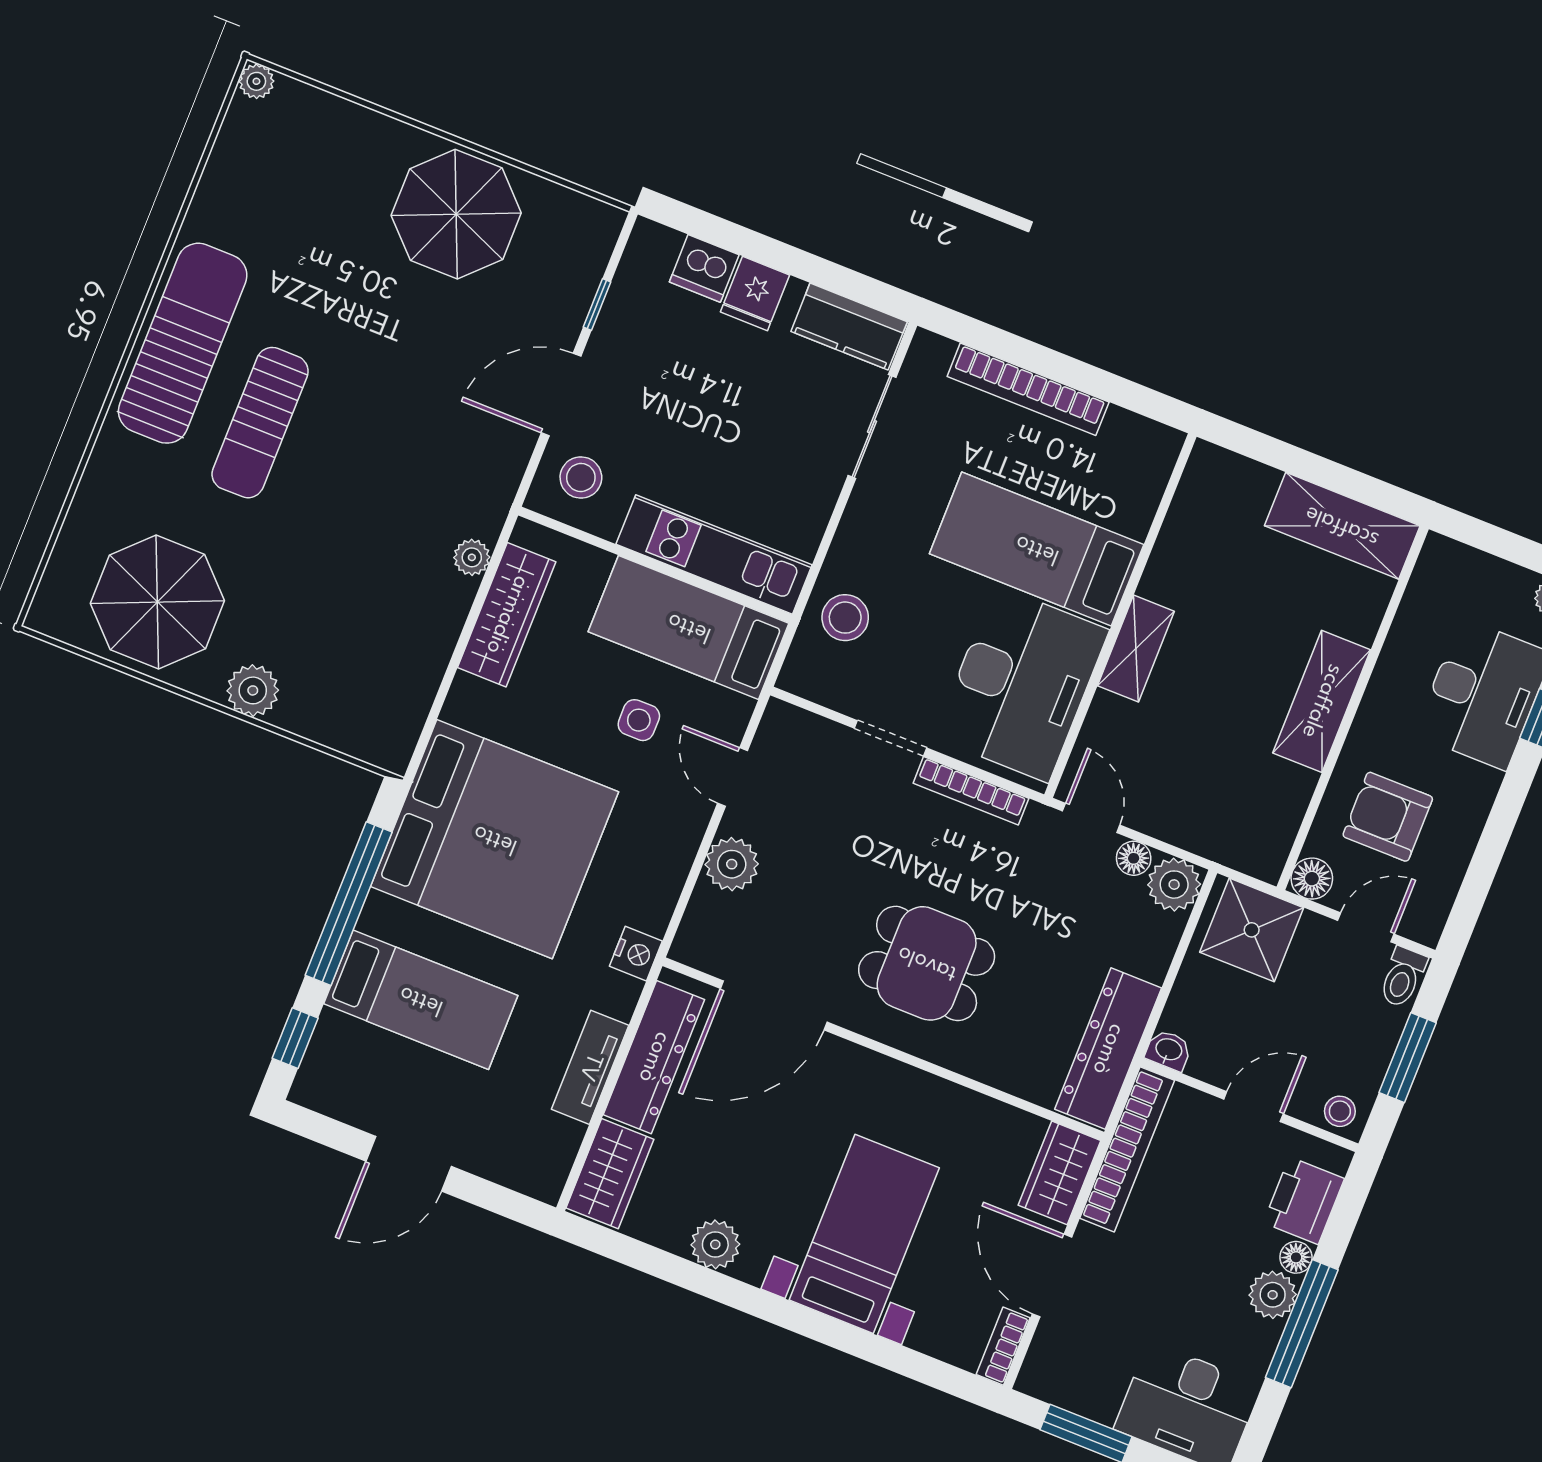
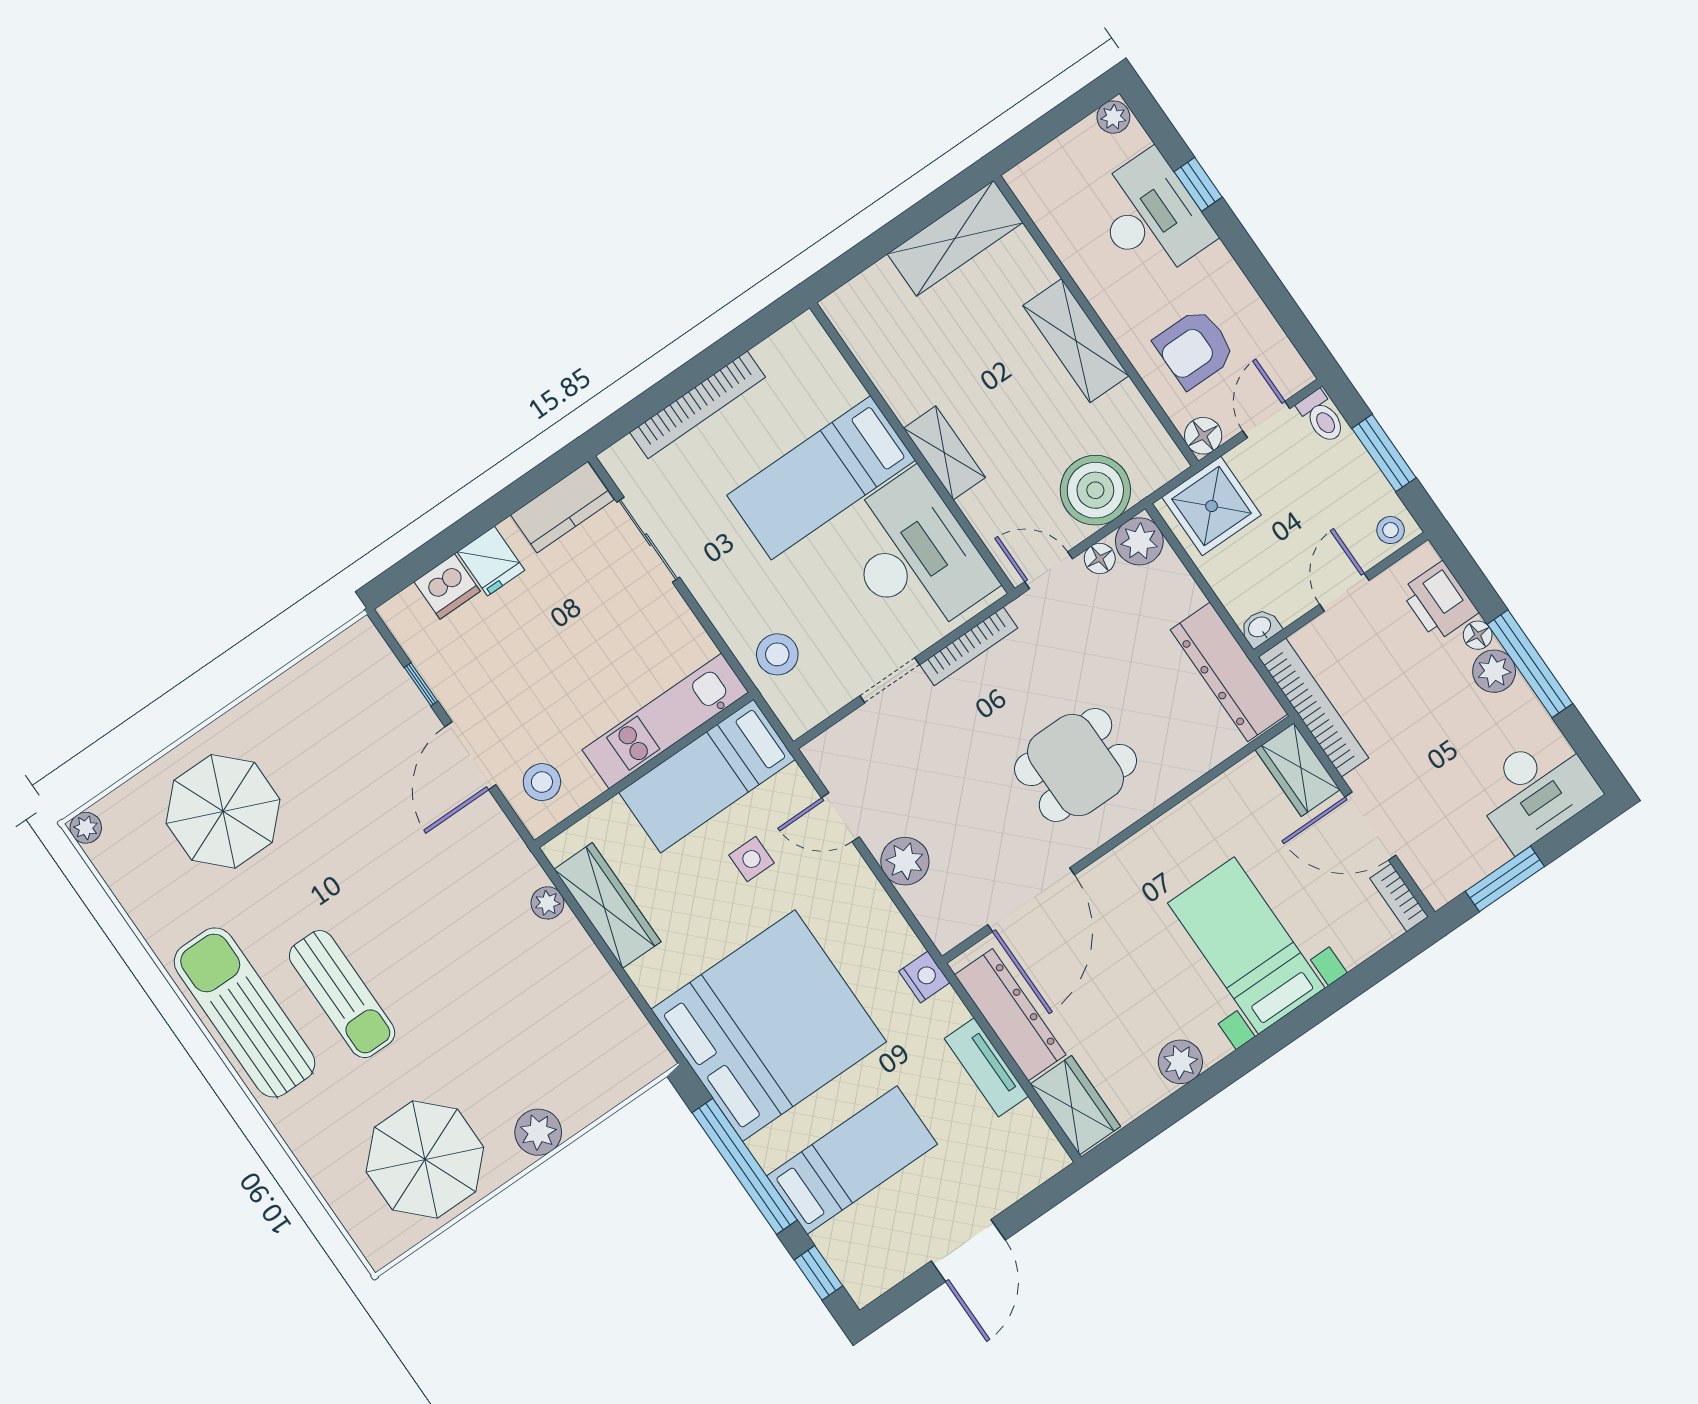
parasol: (456, 214) -> (223, 811), moved
boiler: (1195, 812) -> (1095, 490), added

